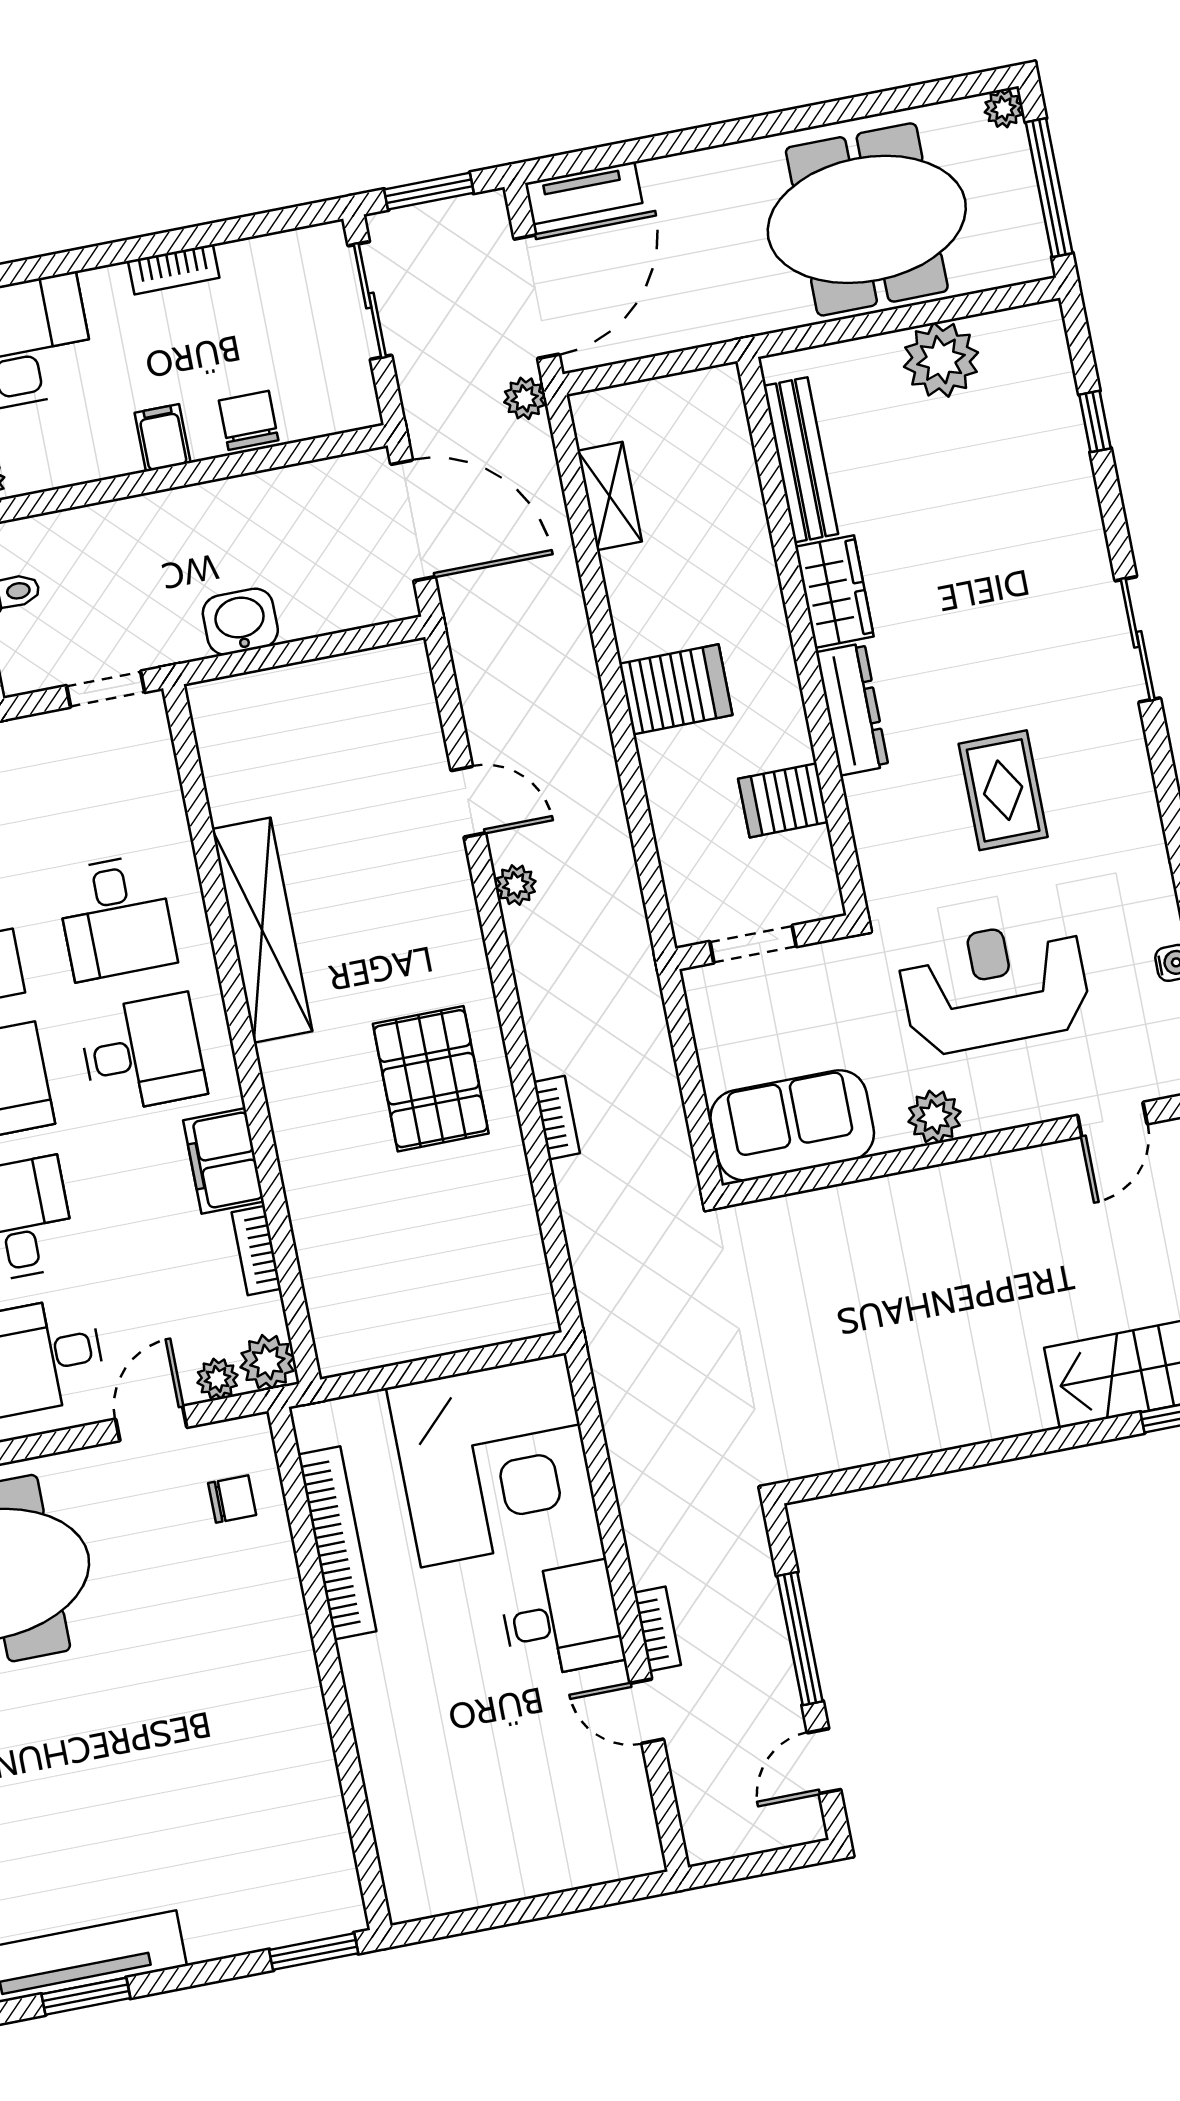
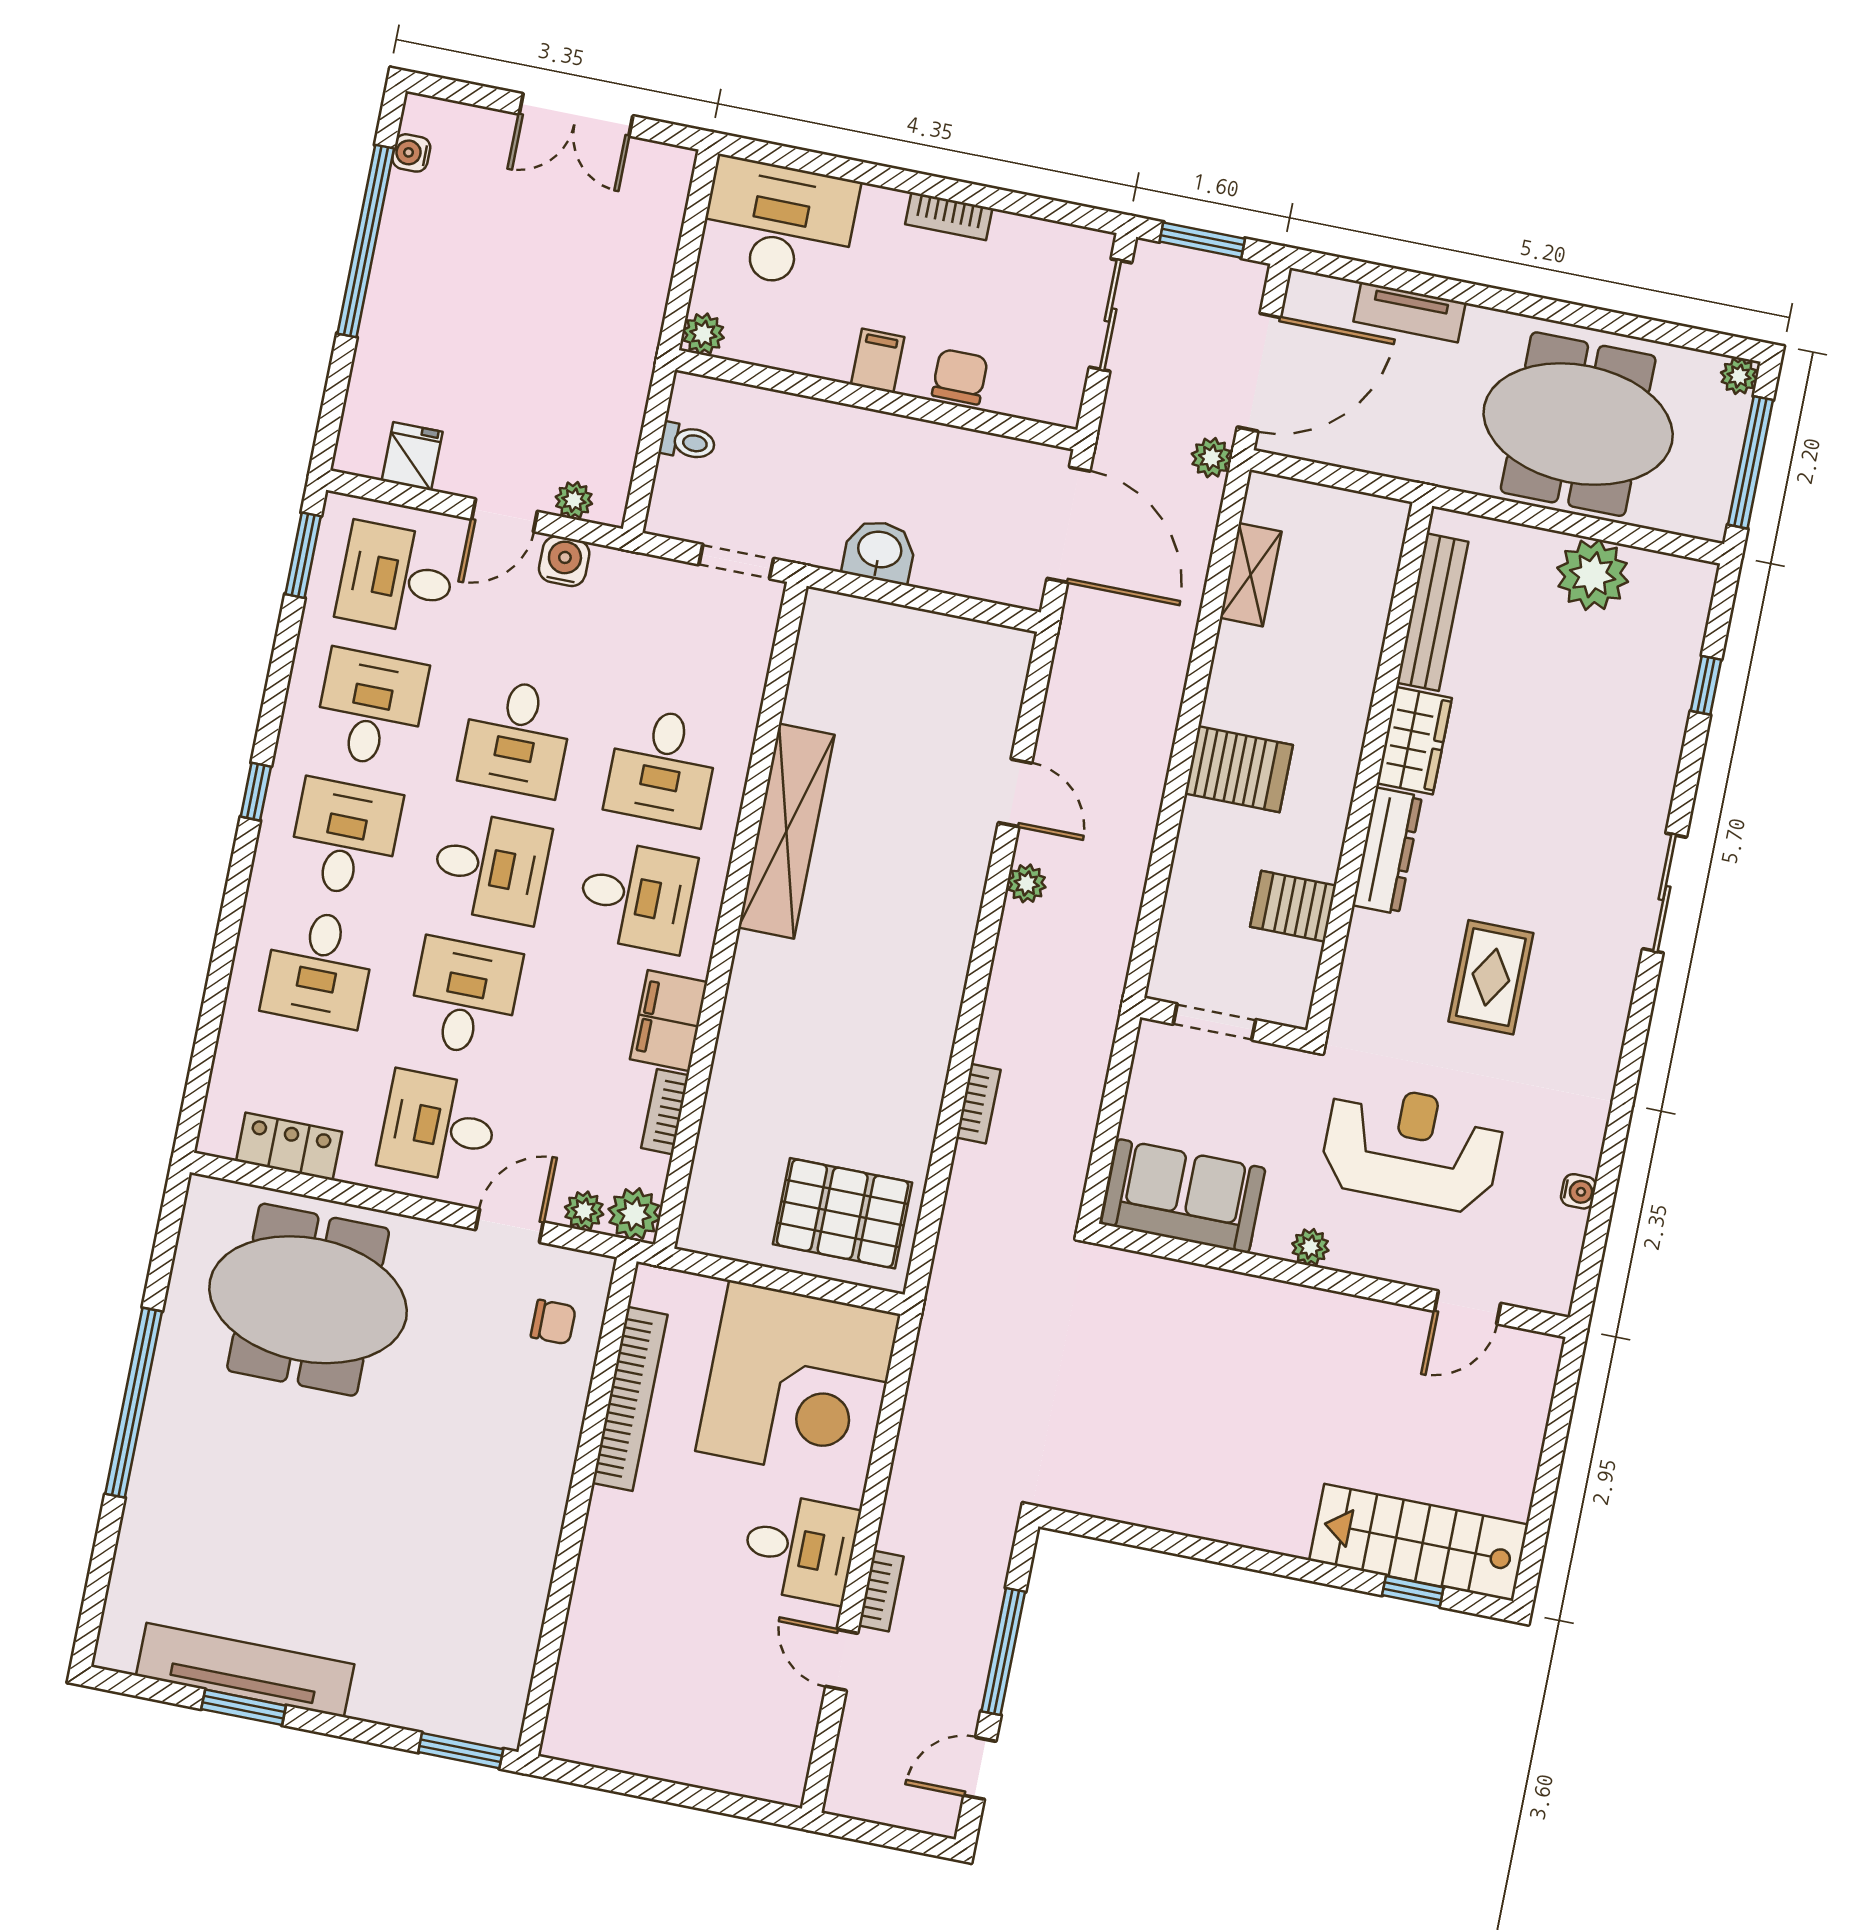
tv unit: (584, 193) -> (1409, 312), moved
pallet: (431, 1079) -> (843, 1213), moved, turned 90
plant: (935, 1117) -> (1310, 1247), width x0.73, depth x0.73

